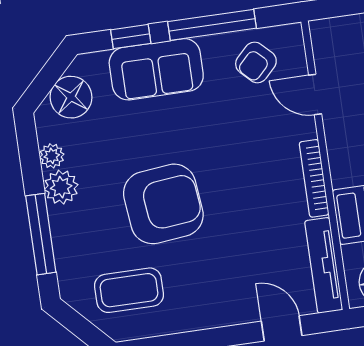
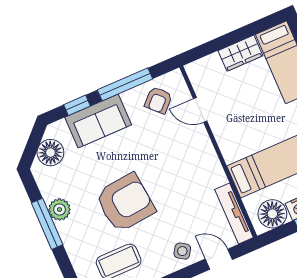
plant: (52, 156) -> (48, 192), removed
bookcase: (314, 178) -> (214, 162), removed
window: (41, 234) -> (47, 224), moved
side table: (230, 301) -> (182, 251), added

